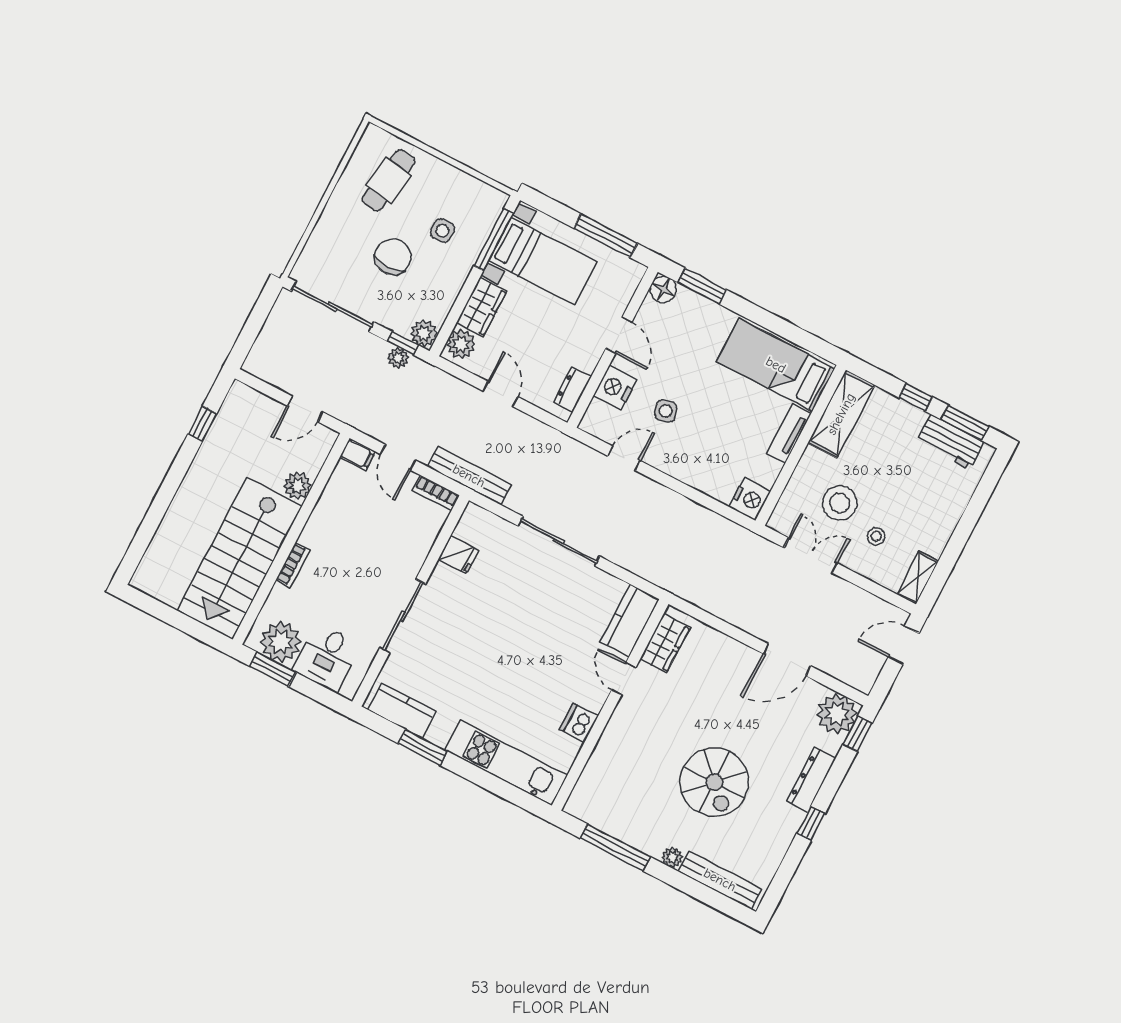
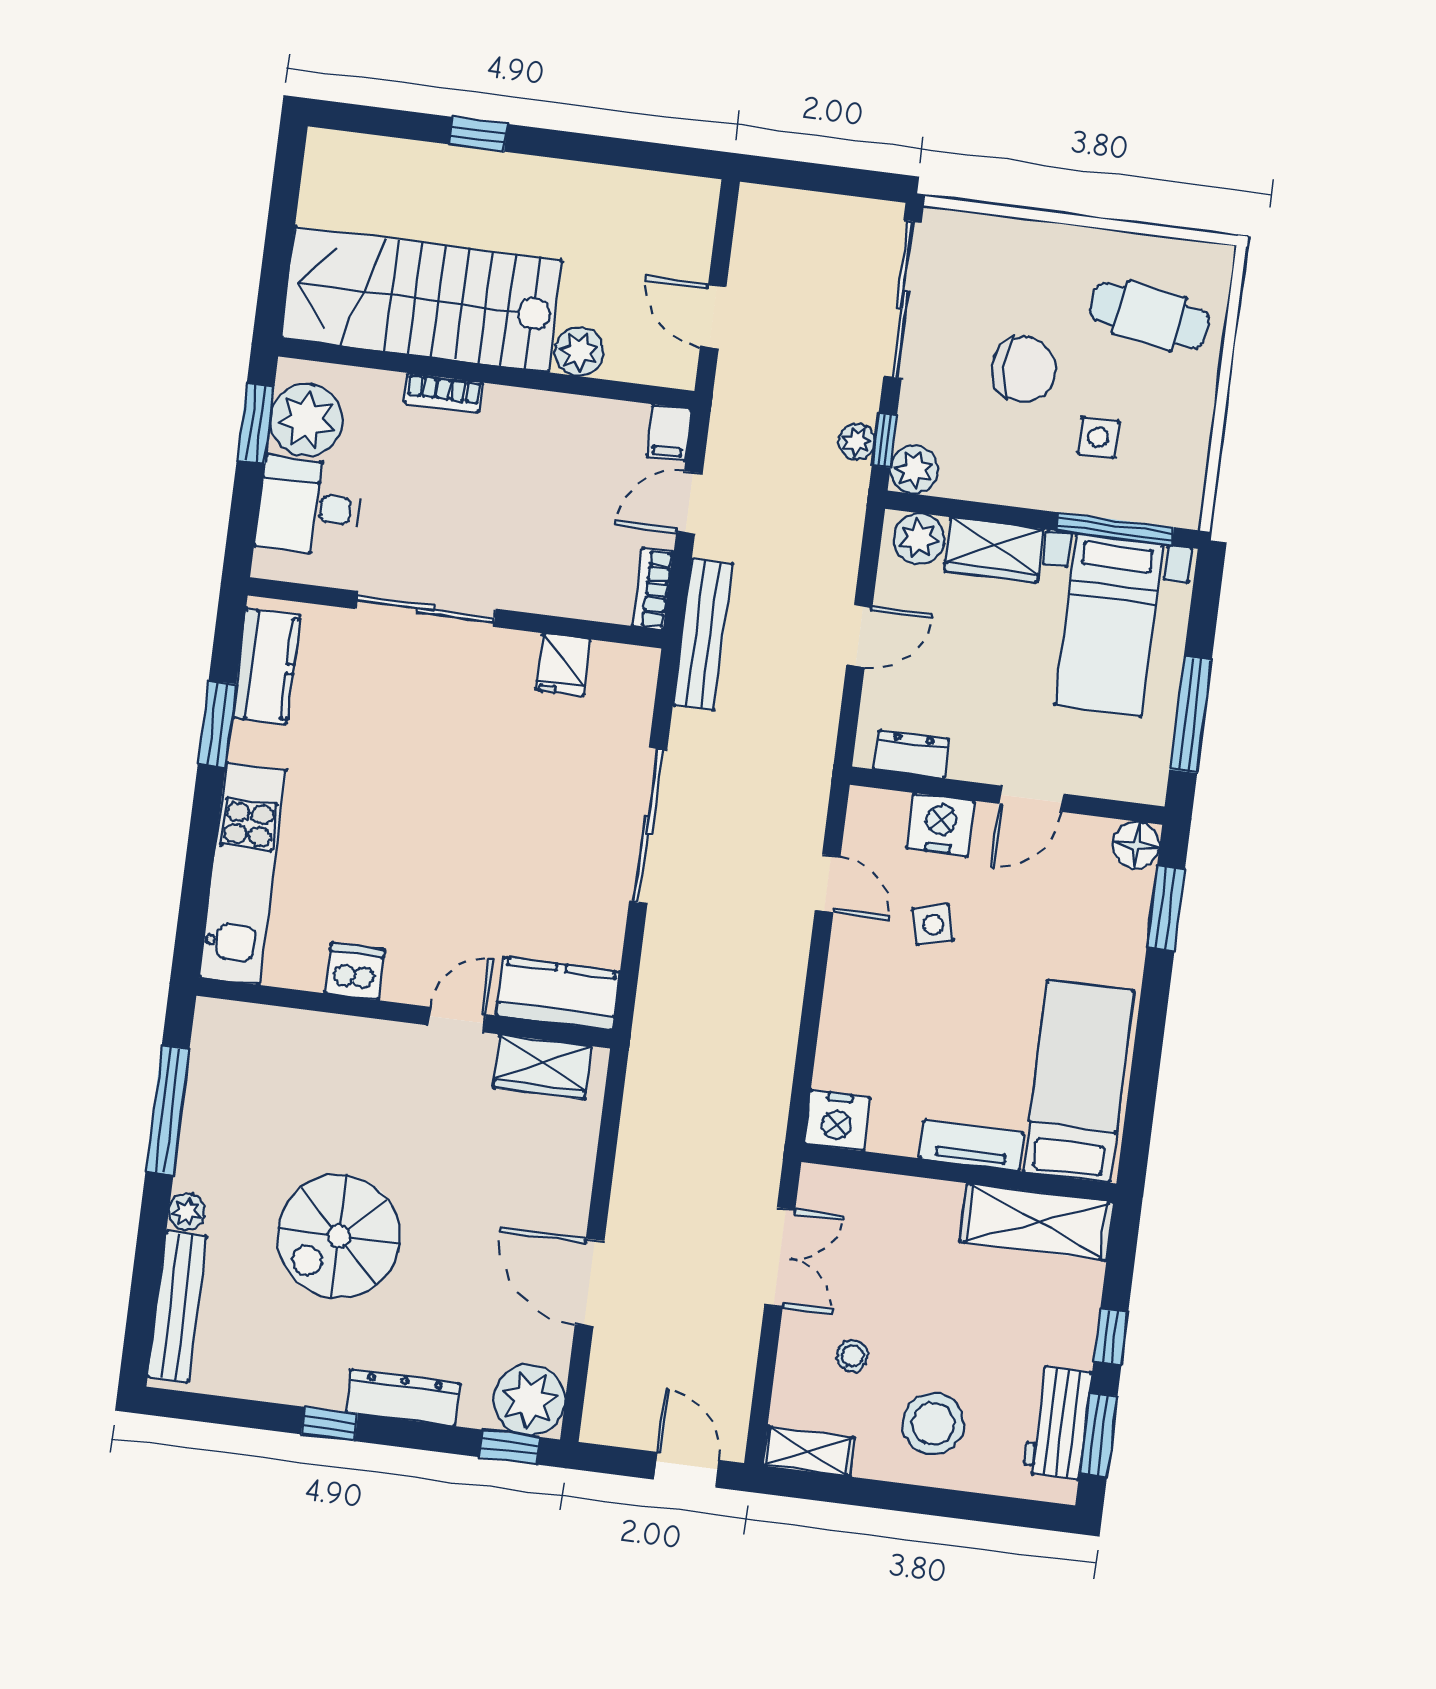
window: (202, 424) -> (478, 134), moved
stool: (840, 503) -> (933, 1424), moved

